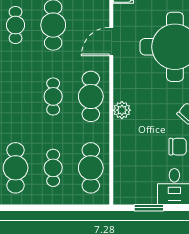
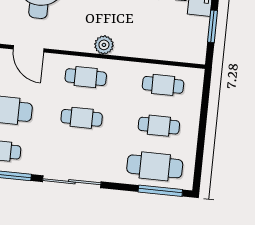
cafe table: (91, 96) -> (86, 77), width x0.73, depth x0.74
cafe table: (91, 168) -> (163, 85), width x0.73, depth x0.74

